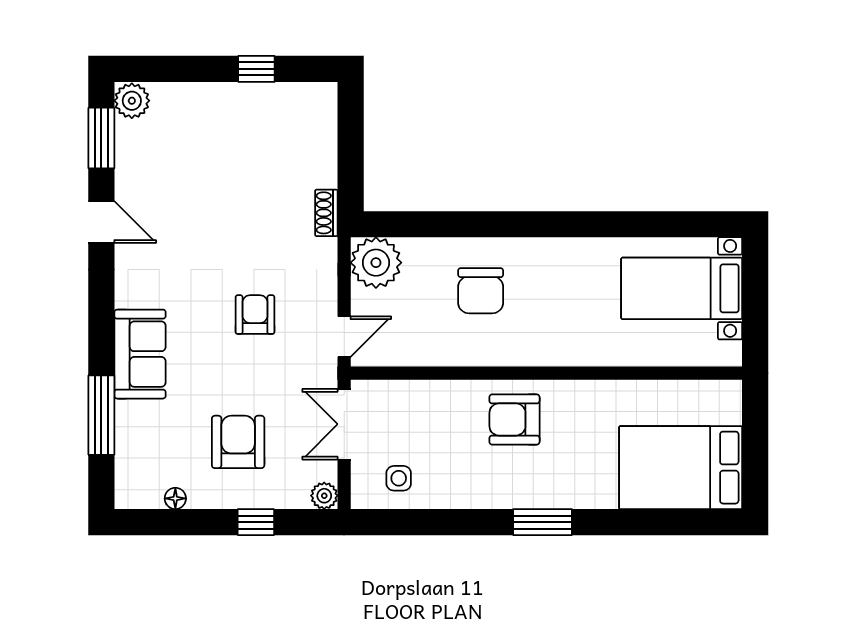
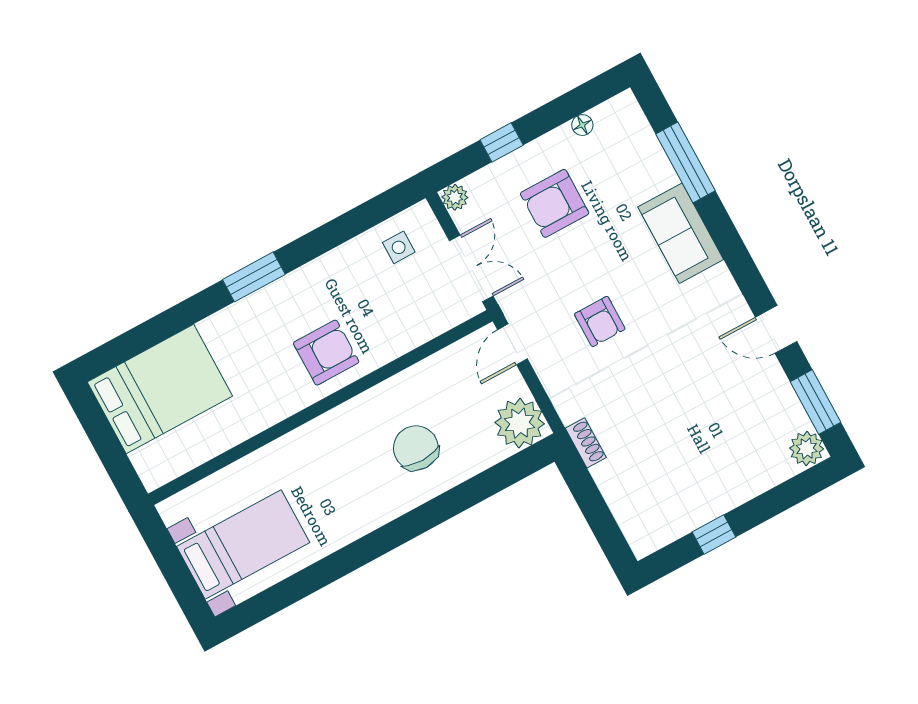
armchair: (238, 442) -> (555, 203), turned 90

